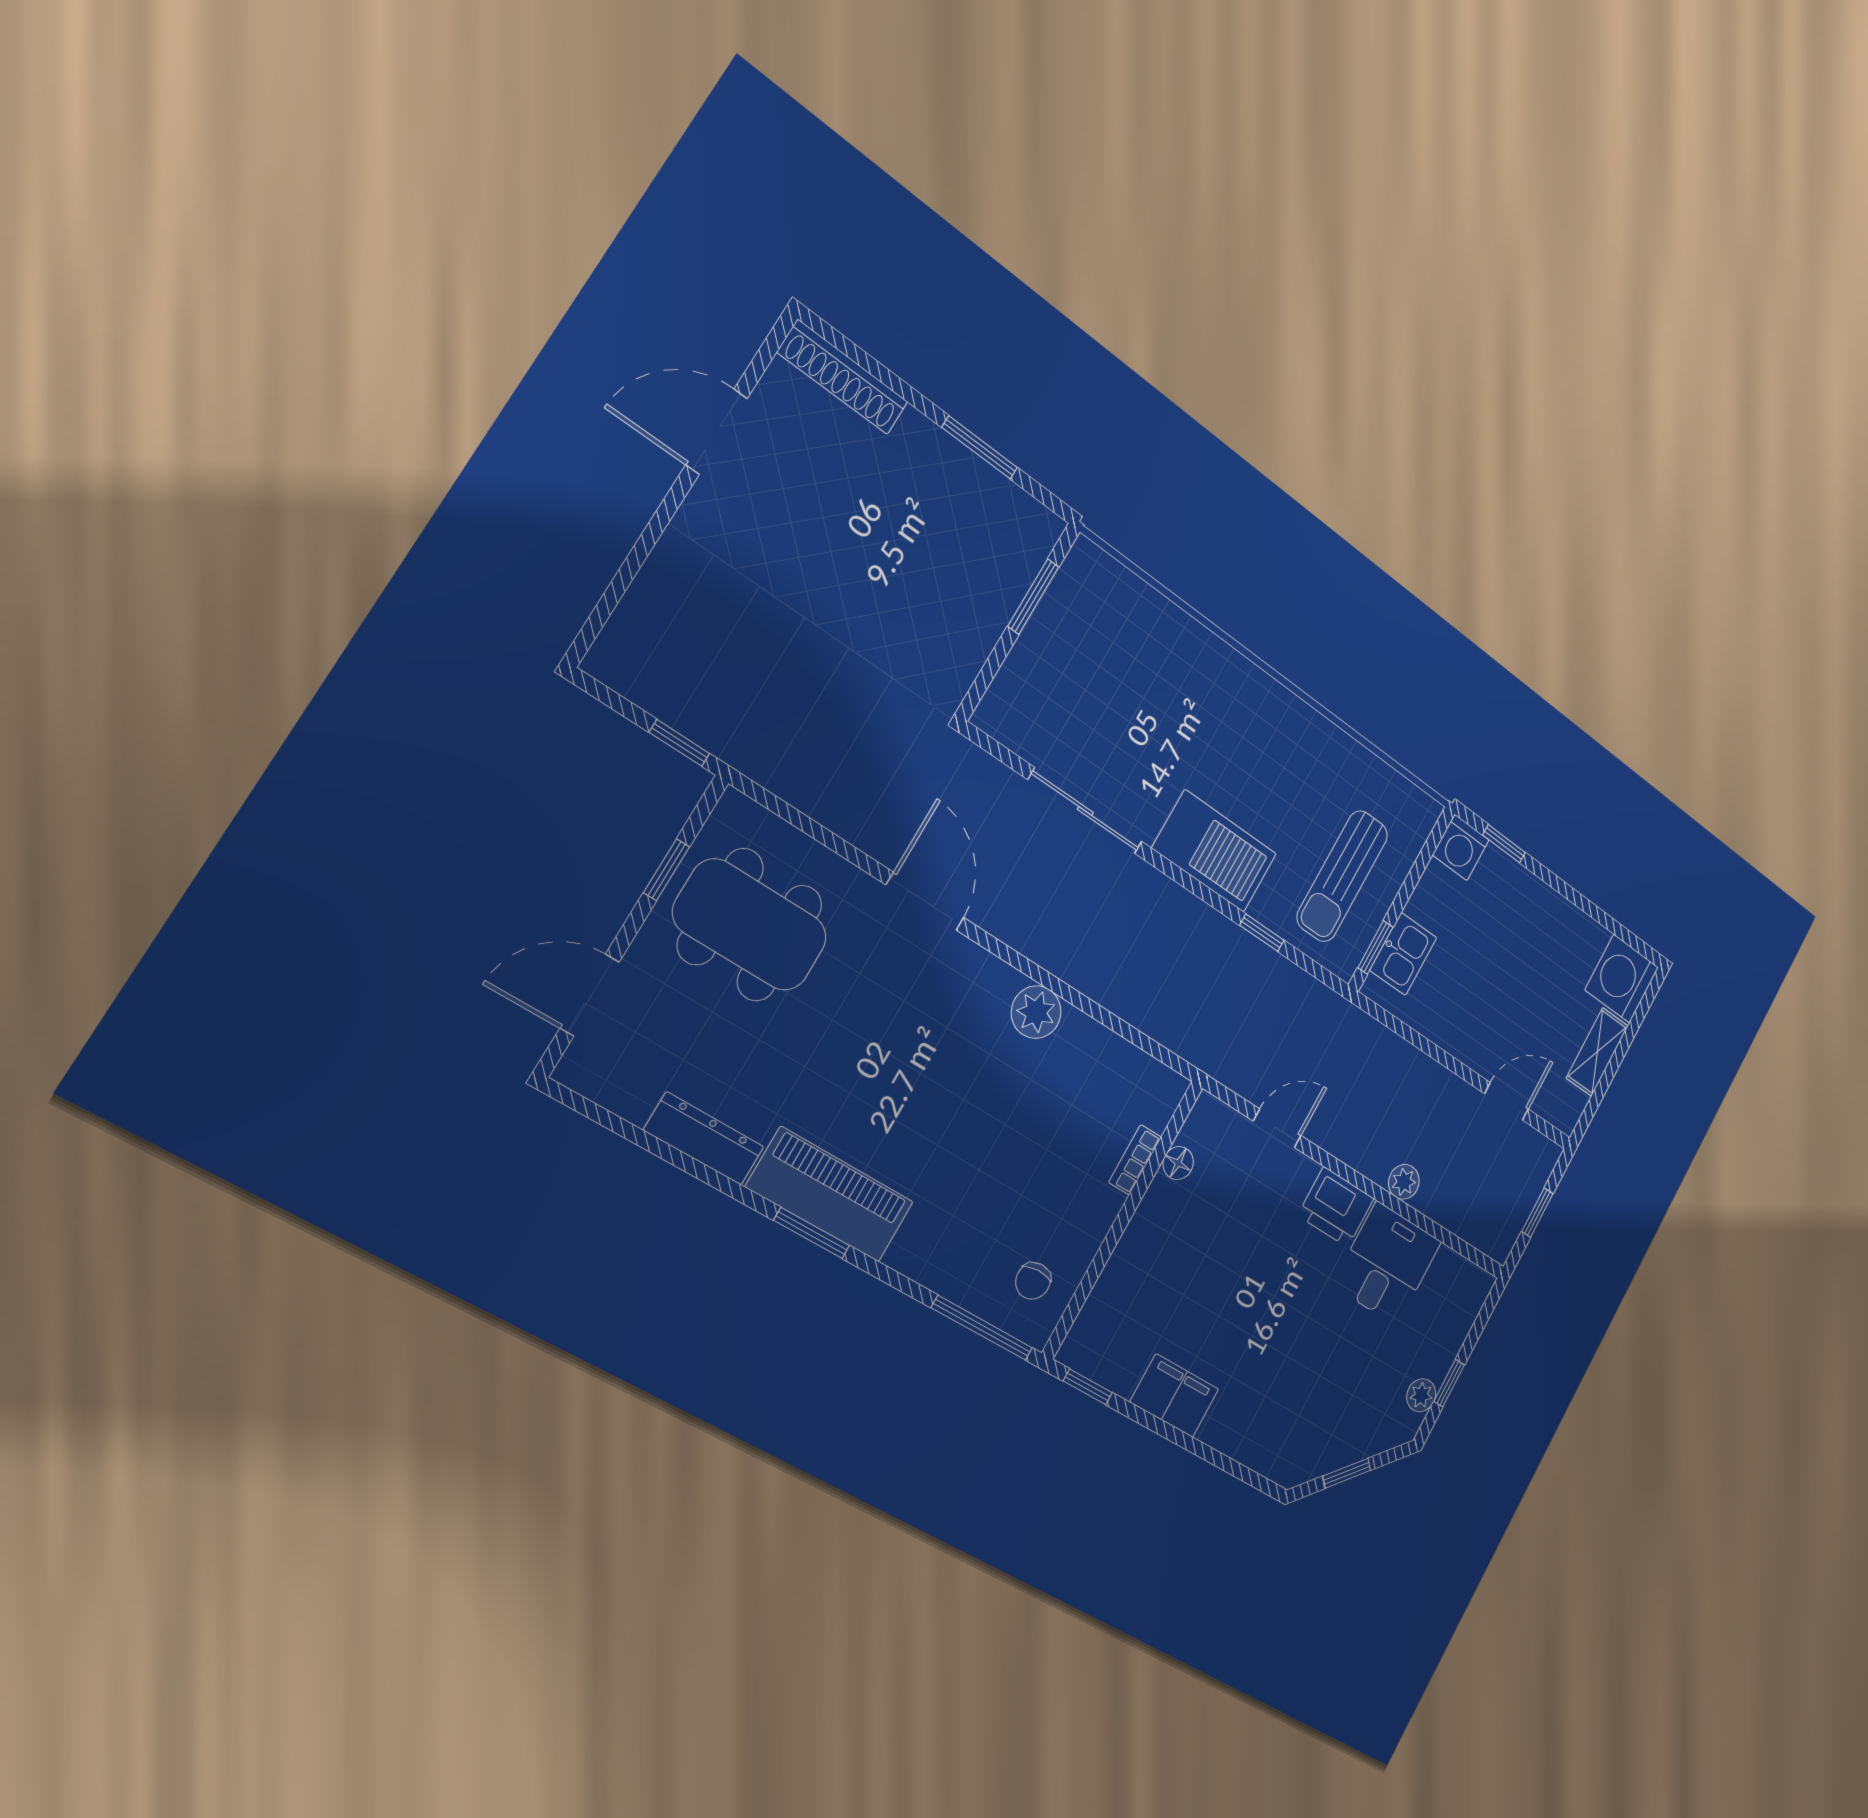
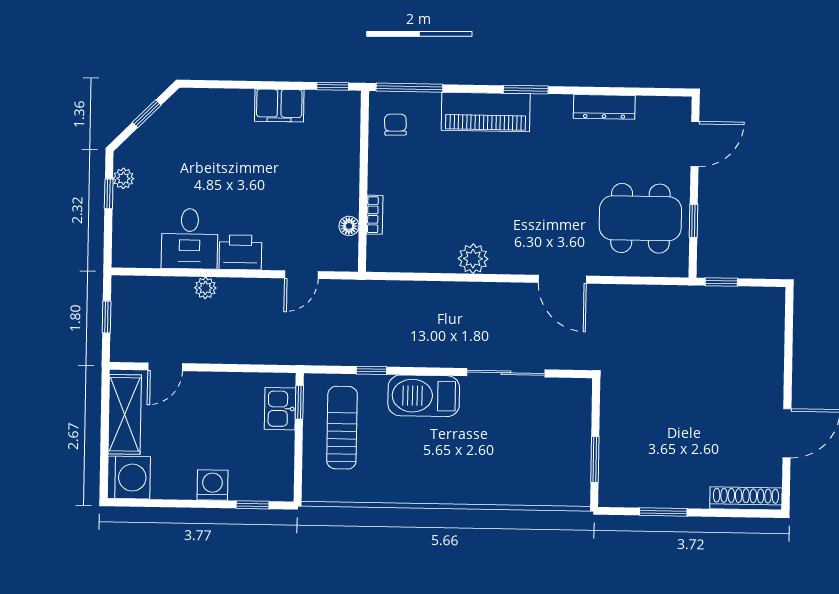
washing machine: (1461, 847) -> (212, 485), moved
shelving: (1597, 1052) -> (125, 414), width x1.50, depth x1.33
piano: (830, 1195) -> (486, 112), moved

